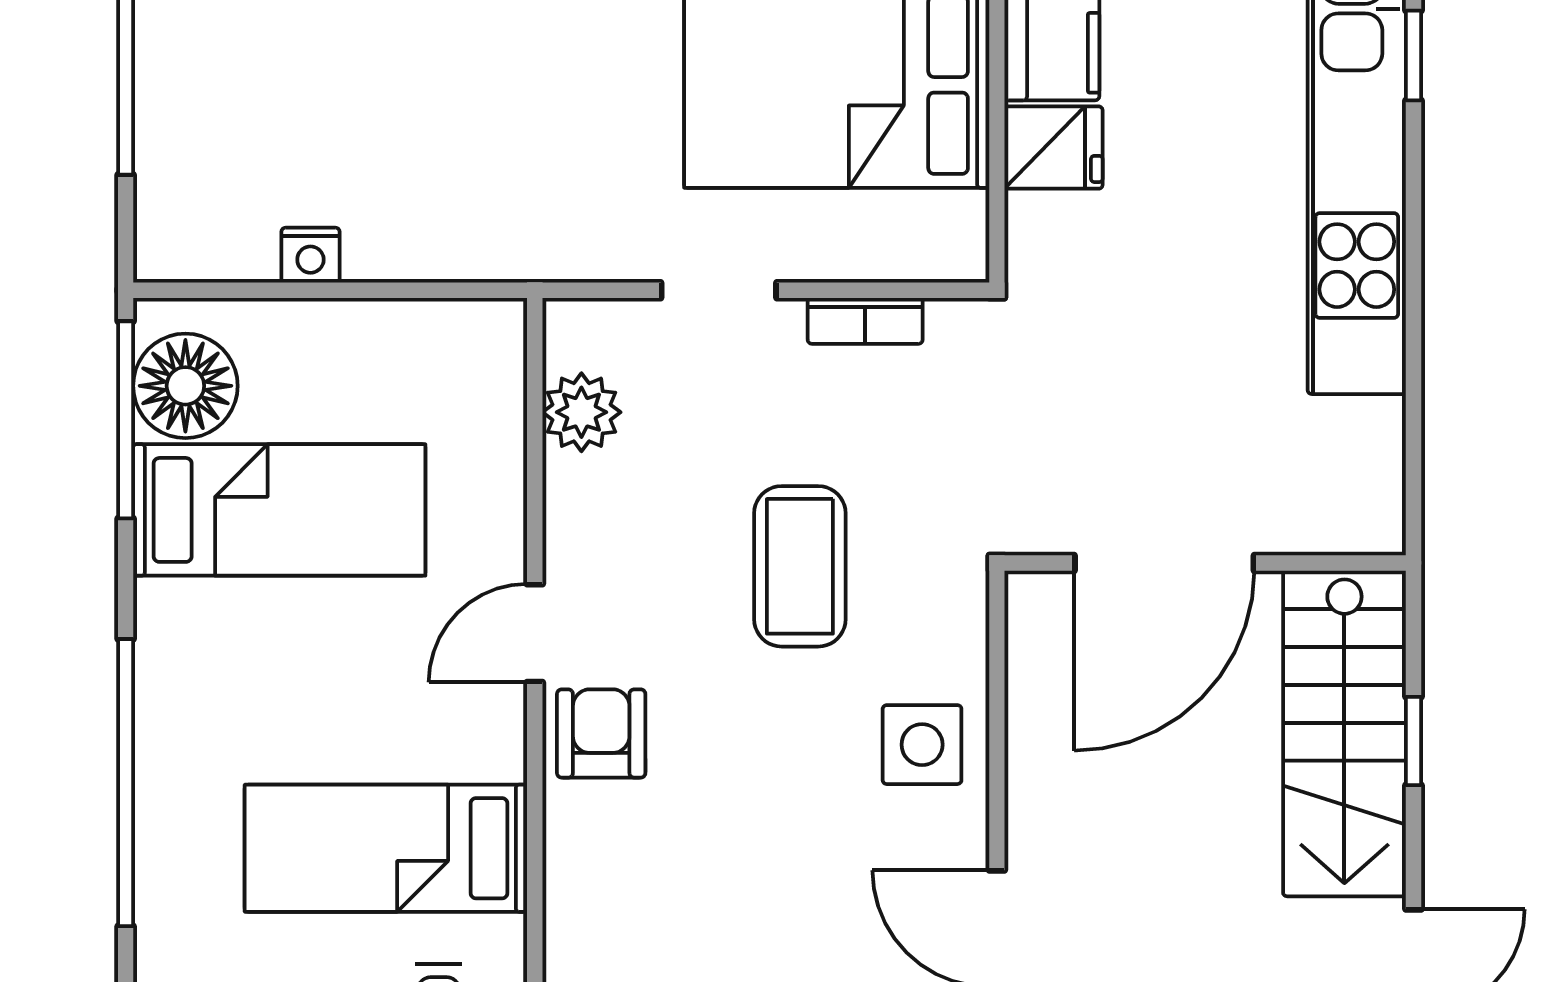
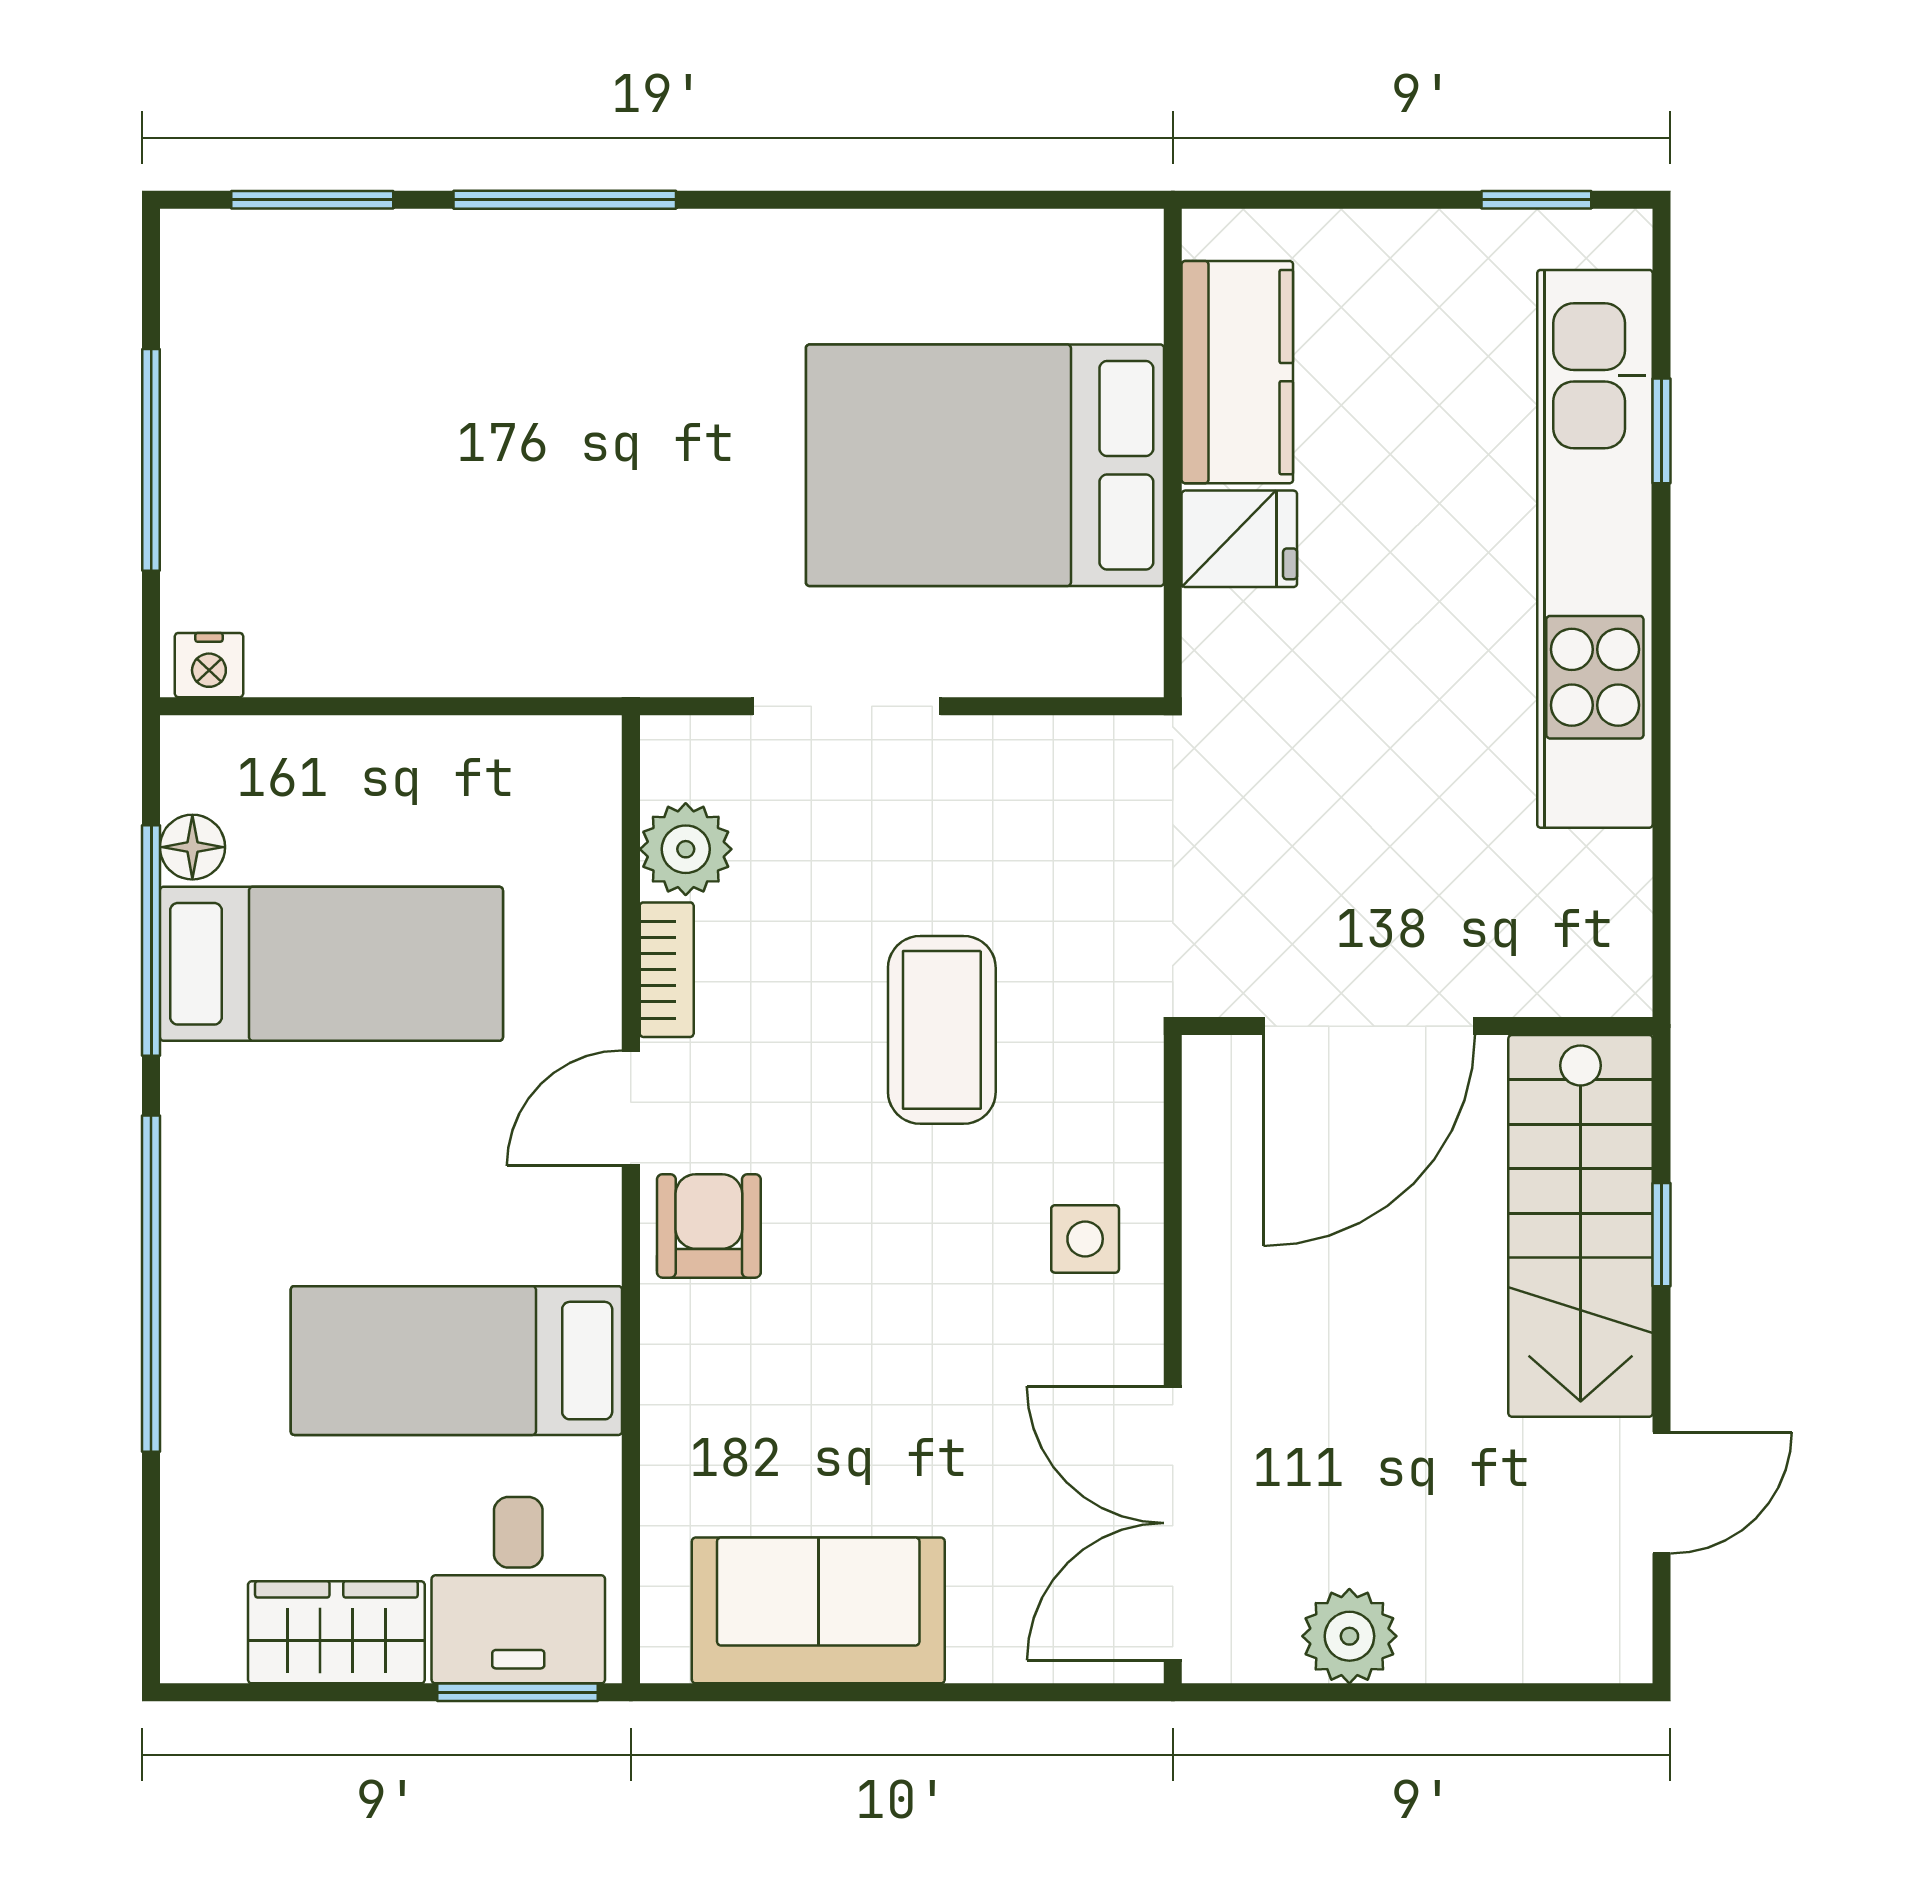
nightstand: (310, 255) -> (209, 665), moved
doorway: (719, 290) -> (847, 706), width x1.38
bookcase: (865, 321) -> (667, 970), moved, turned -90
floor lamp: (185, 386) -> (192, 847), width x0.53, depth x0.53
window: (126, 420) -> (151, 940), moved
side table: (922, 745) -> (1085, 1239), width x0.73, depth x0.73

